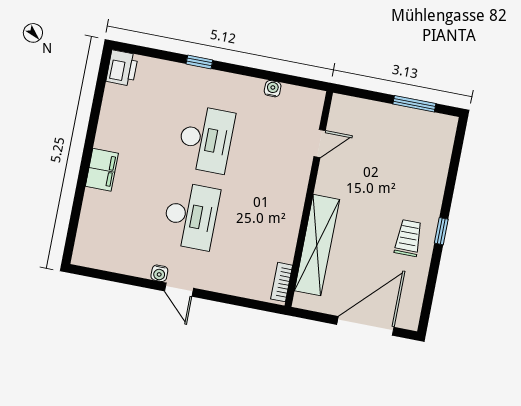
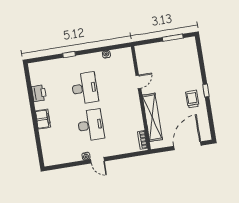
printer: (122, 68) -> (39, 93), moved
door: (320, 143) -> (138, 82), moved

